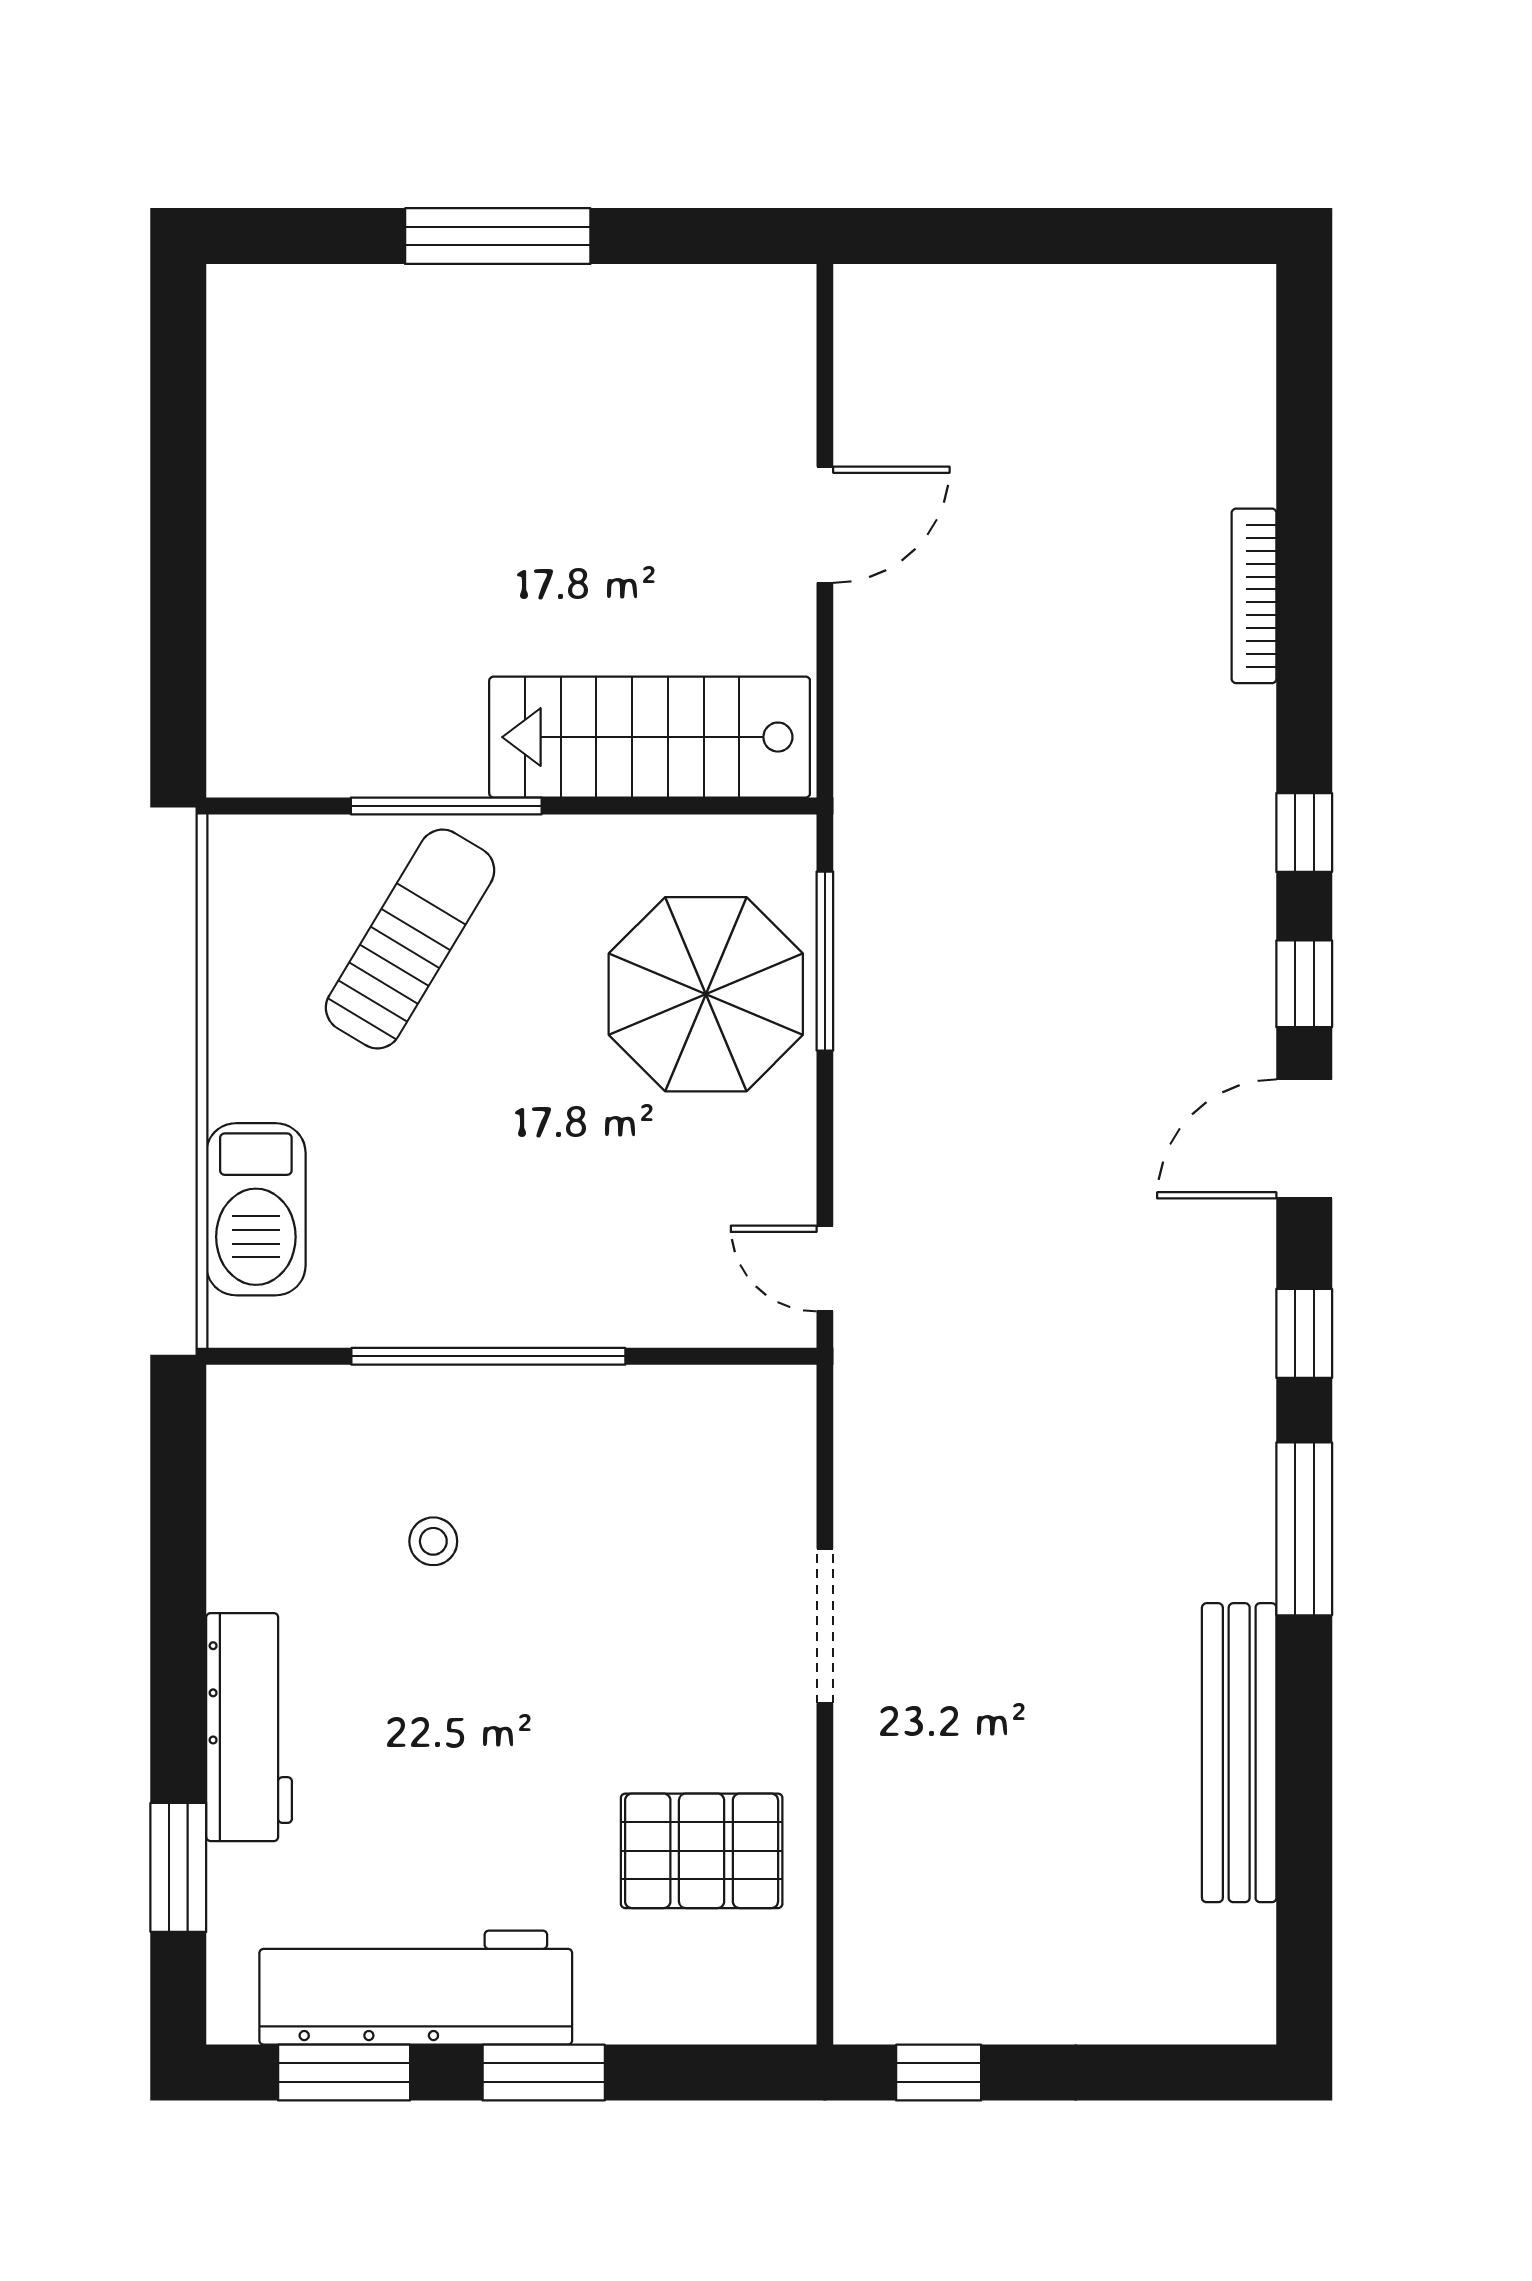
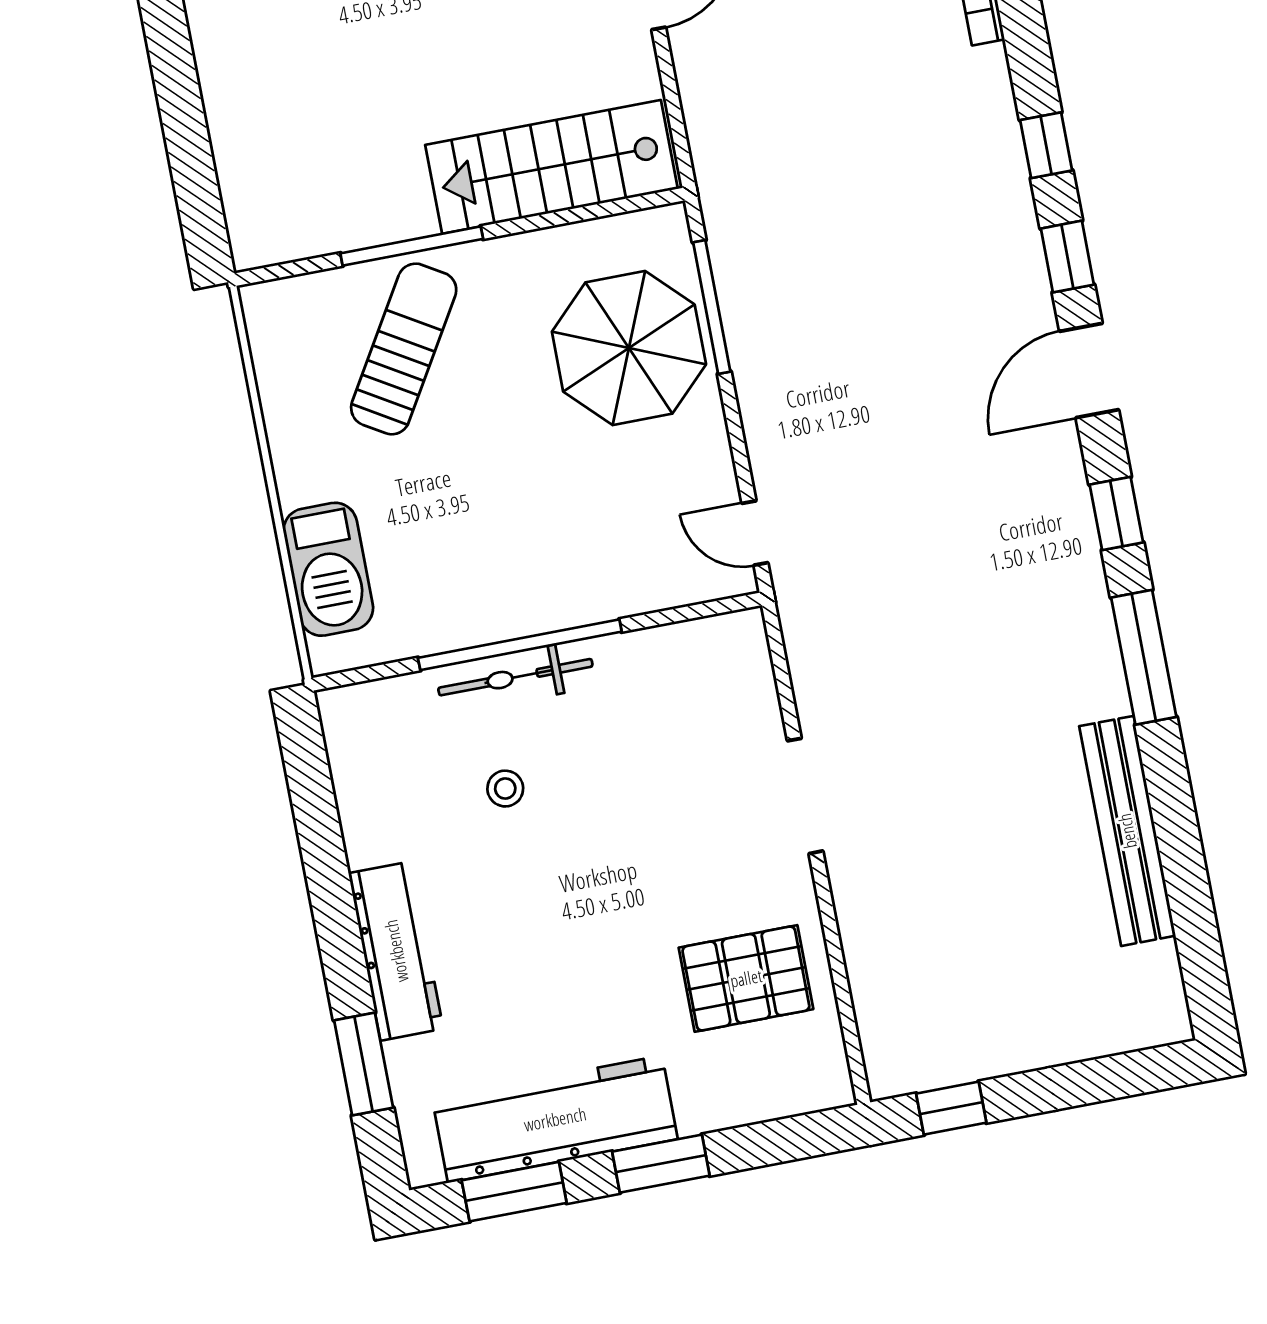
bicycle: (474, 1398) -> (515, 677), added

